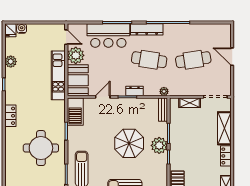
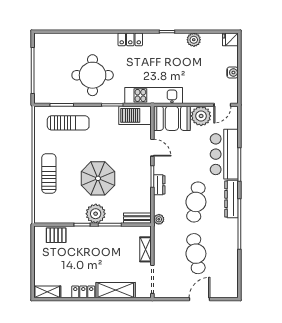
water cooler: (22, 28) -> (233, 72), moved
kitchen unit: (58, 75) -> (154, 95), moved

